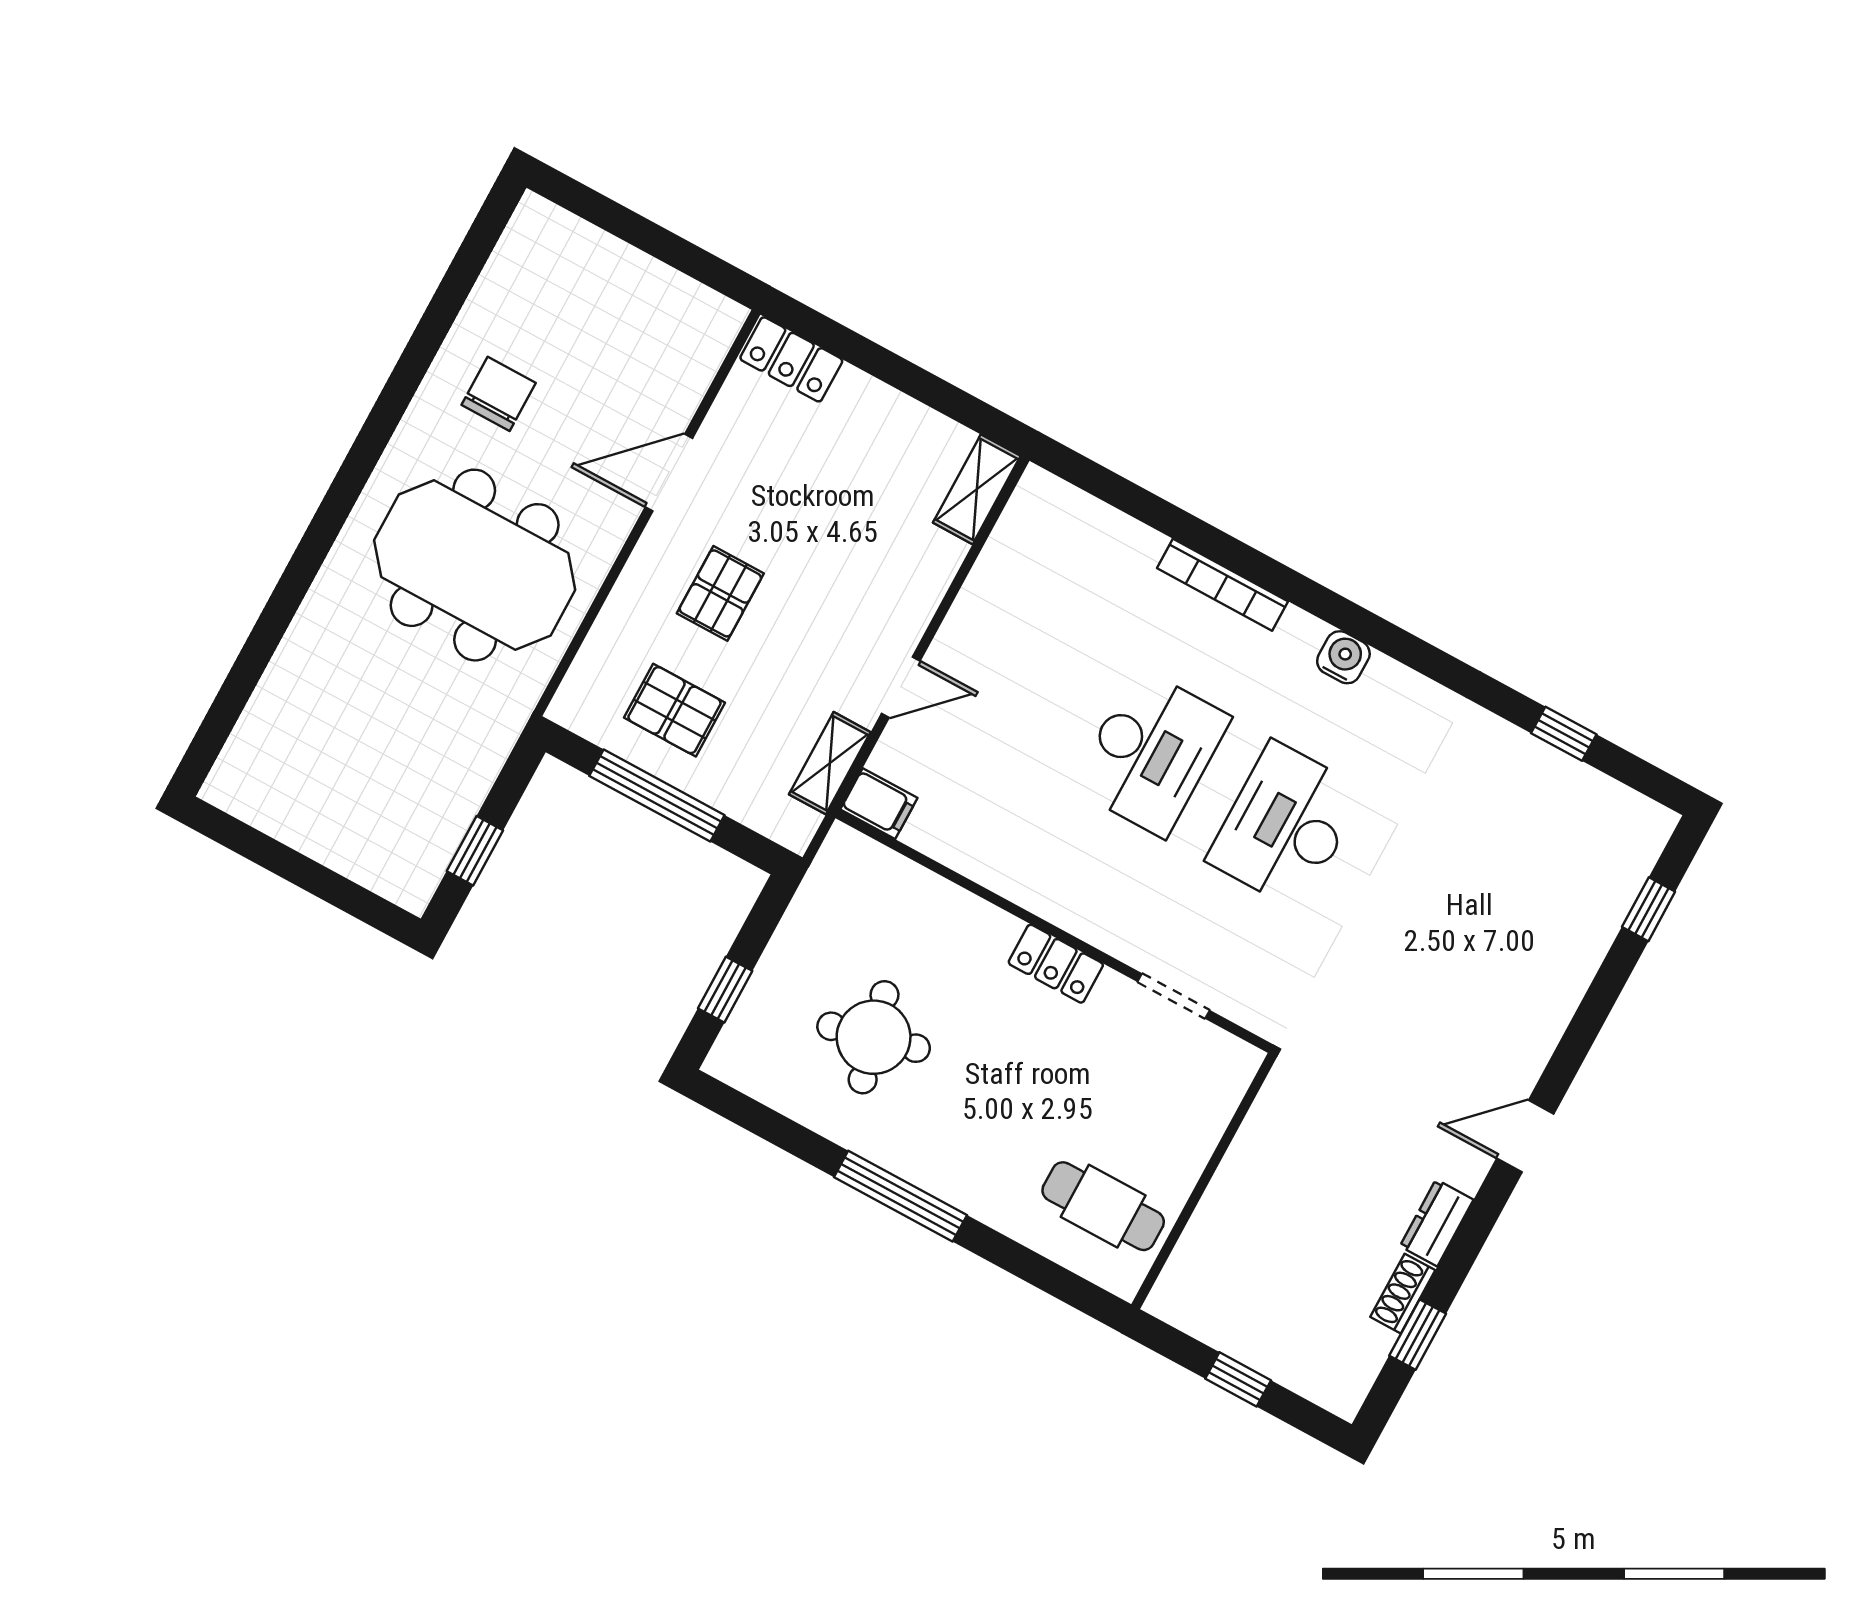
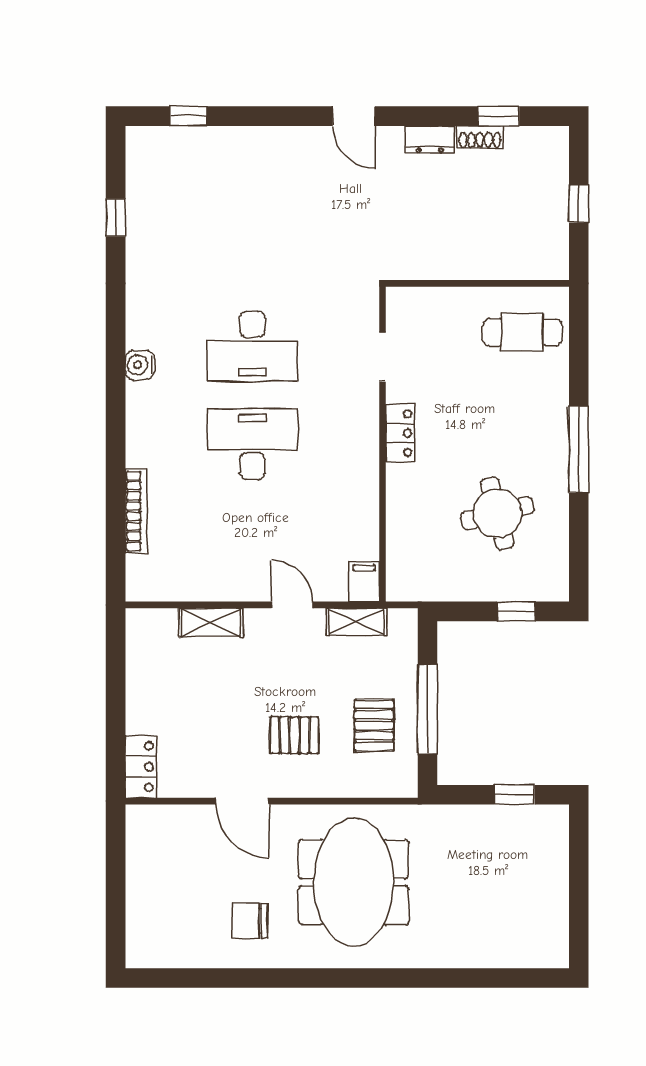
shelving: (977, 489) -> (211, 623), moved
bookcase: (1223, 585) -> (136, 511), moved
cafe table: (1103, 1206) -> (522, 332), turned 90

